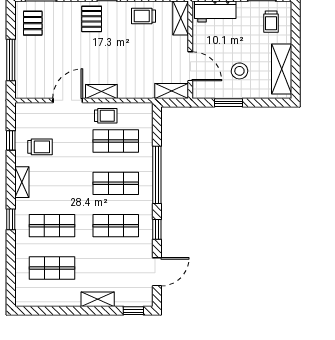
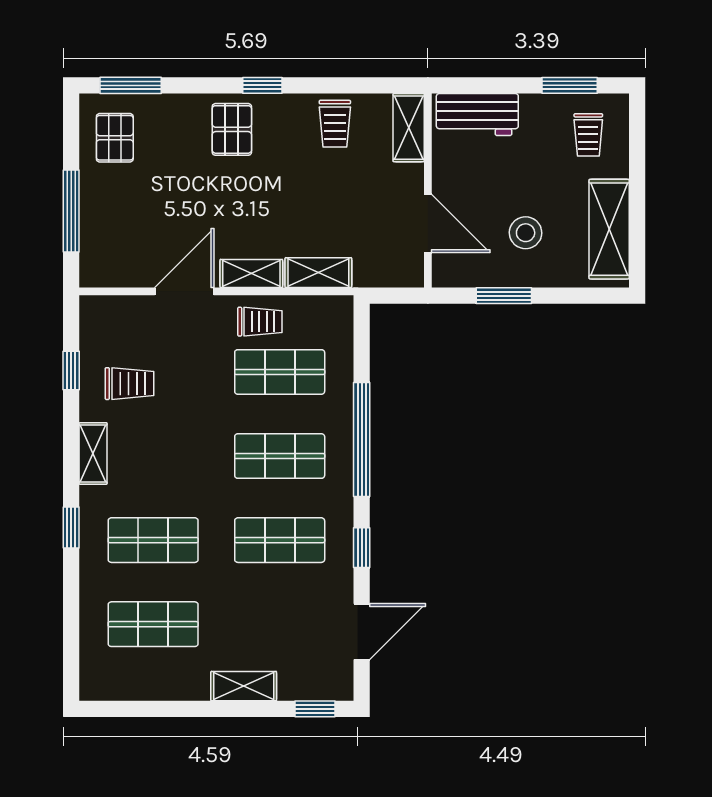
trolley: (143, 16) -> (335, 124), turned -90
shelving: (172, 91) -> (318, 273), moved

